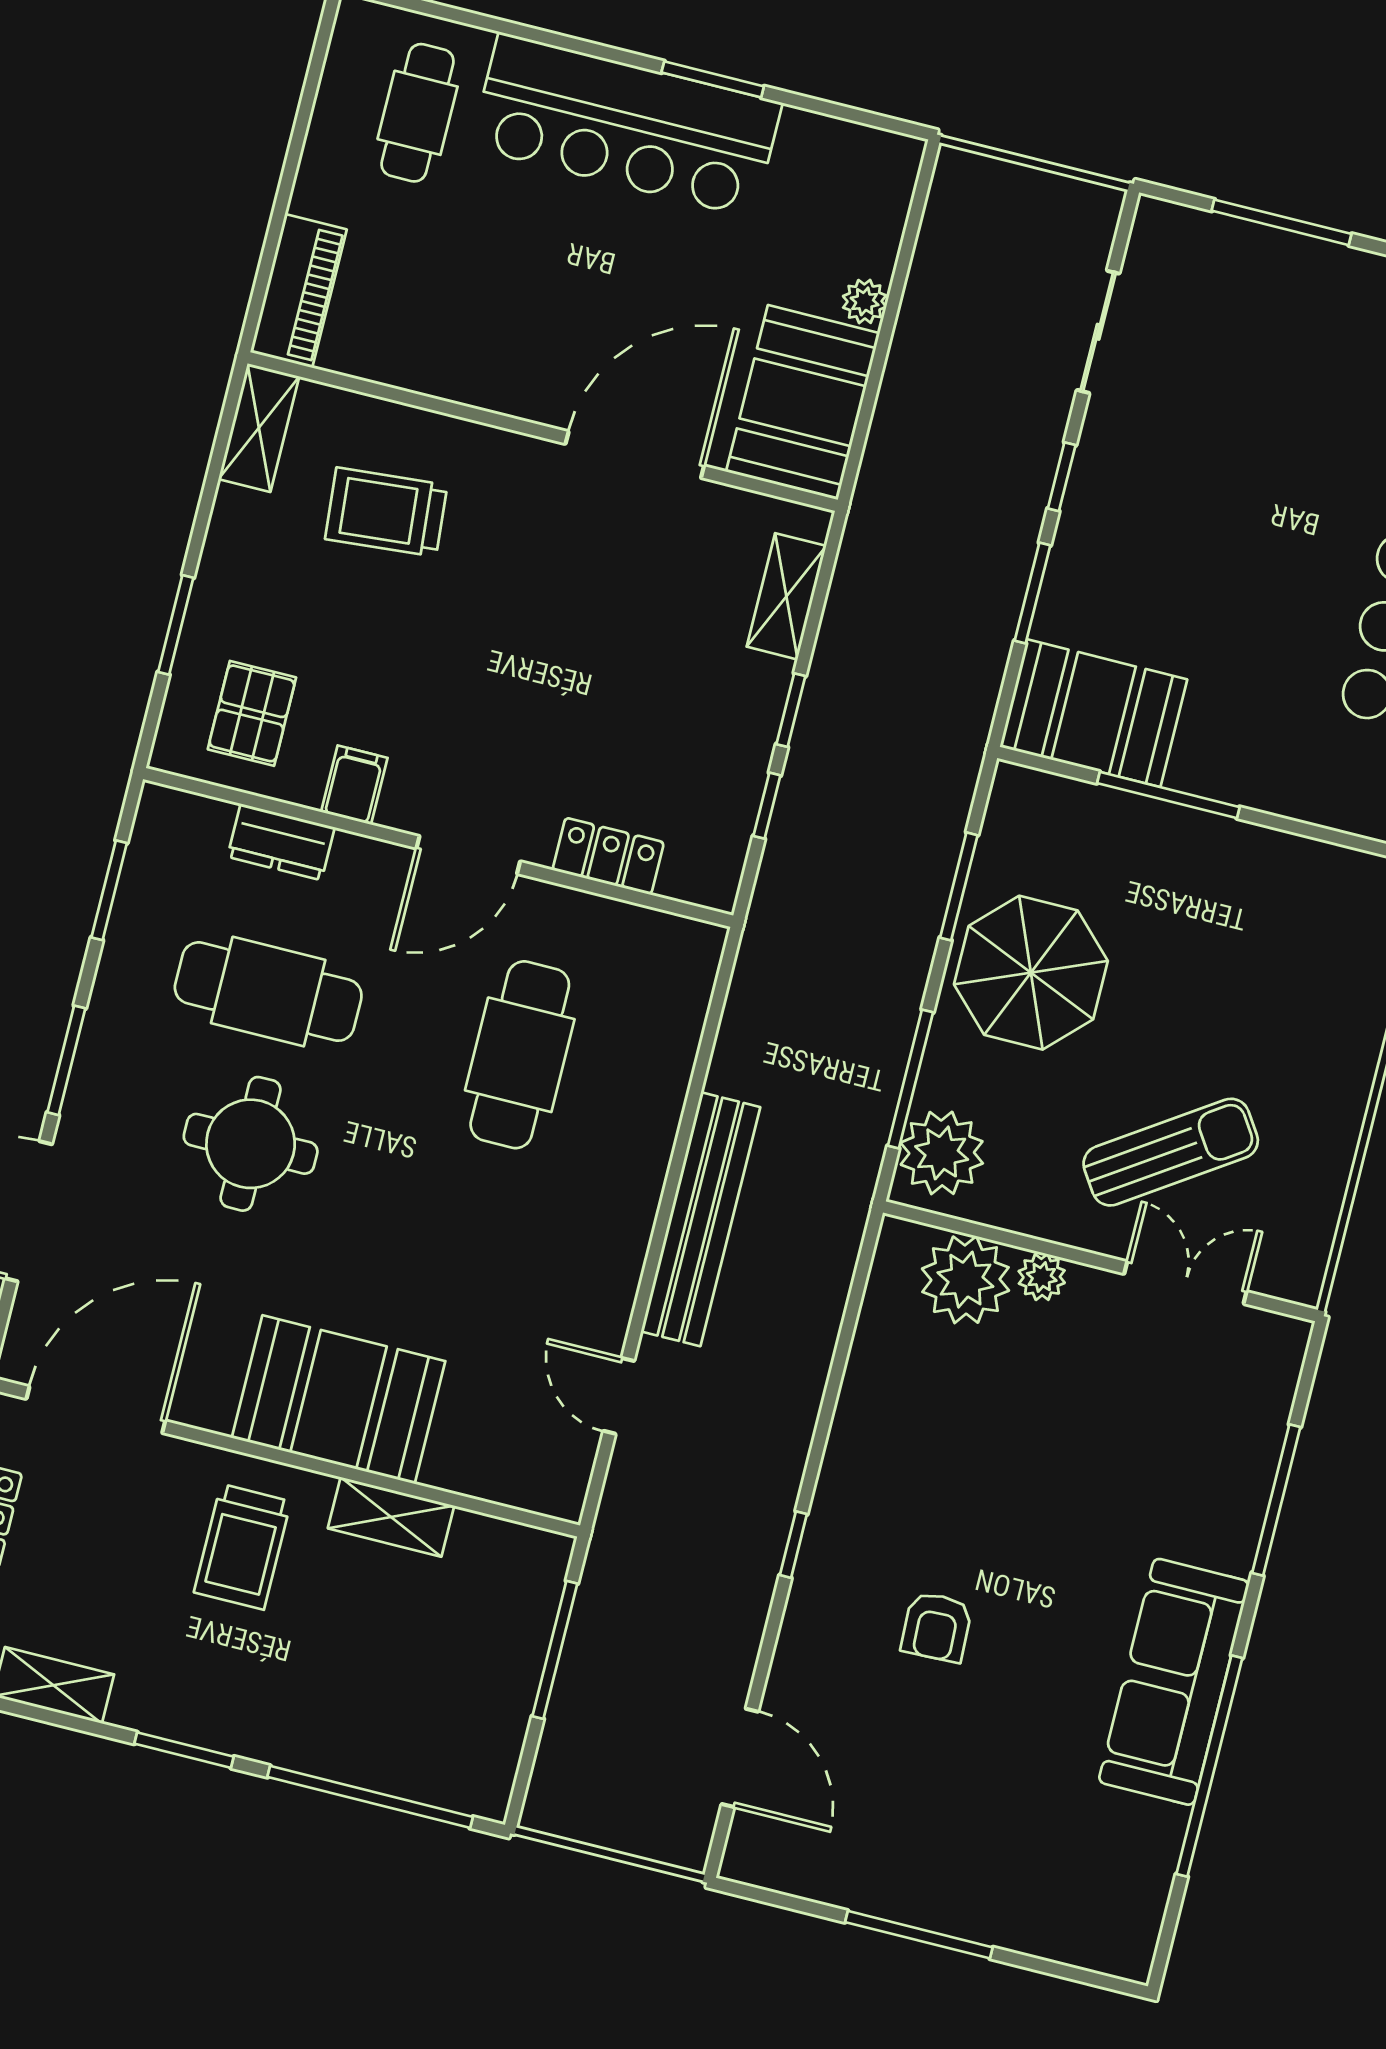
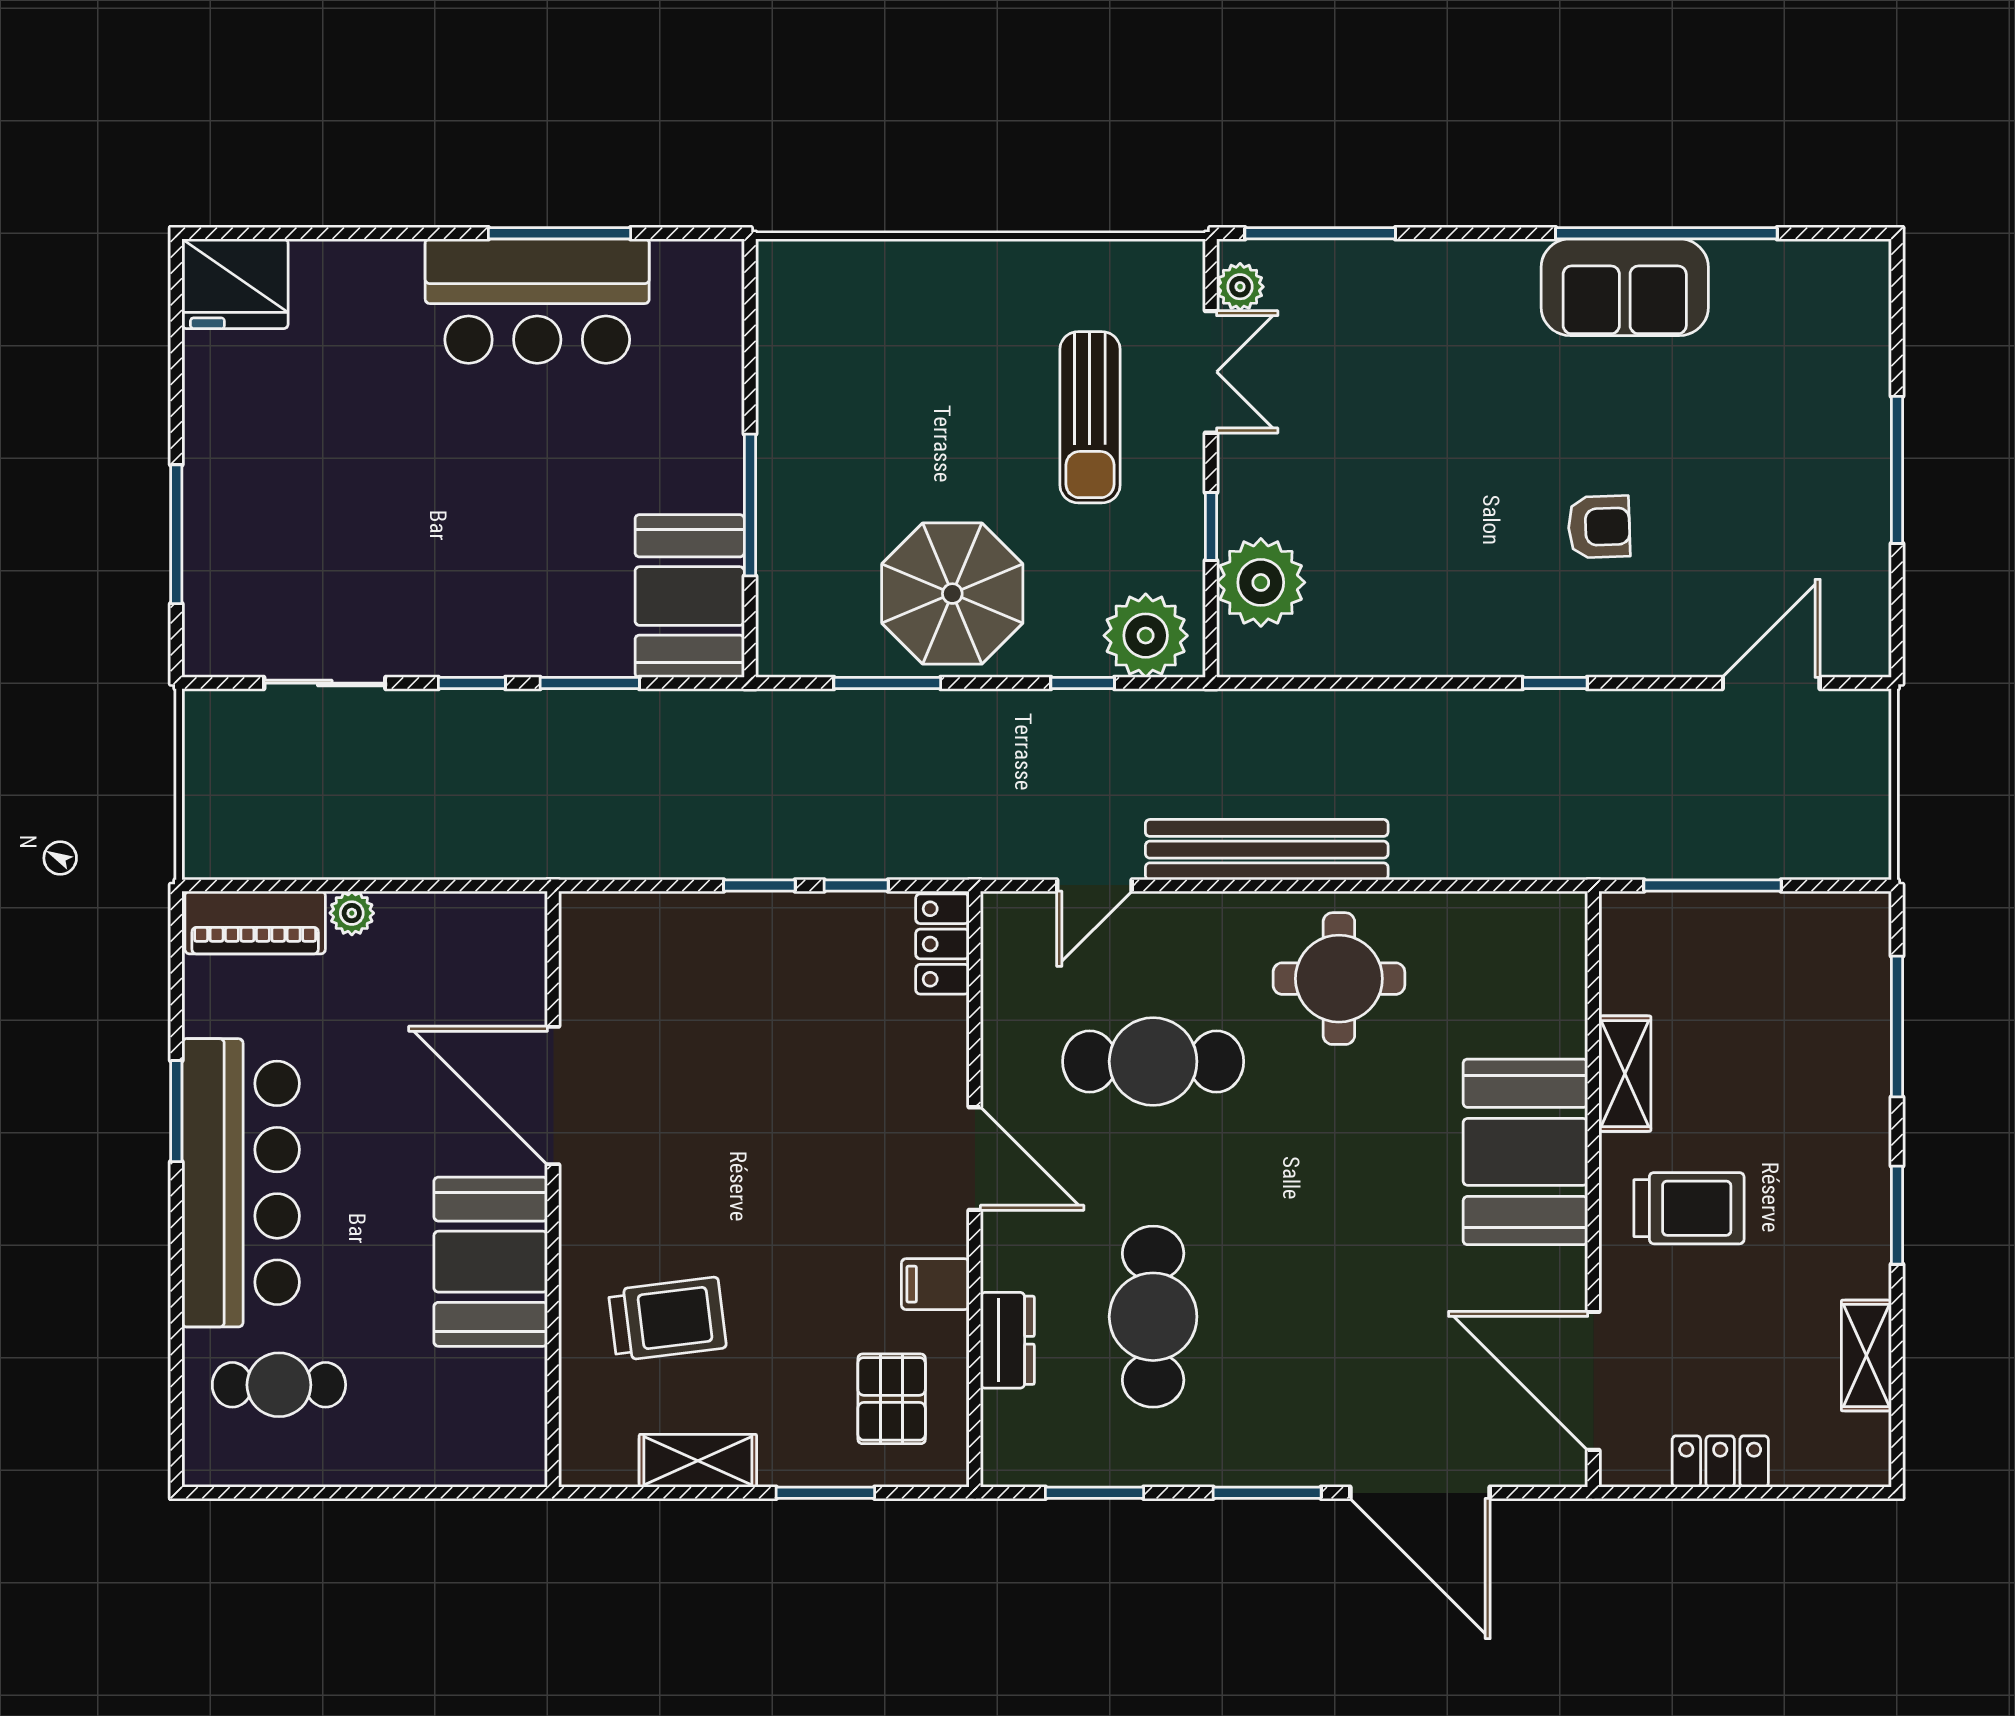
piano: (298, 291) -> (255, 922), moved, turned 180
booth: (803, 402) -> (491, 1262), moved, turned 90
shelving: (259, 428) -> (698, 1461), moved
trolley: (386, 512) -> (667, 1319), turned -92
shelving: (786, 596) -> (652, 917), removed
pallet: (252, 713) -> (892, 1399), turned 90
locker: (608, 856) -> (942, 944), moved
window: (910, 1079) -> (1083, 683), width x0.46
round table: (251, 1144) -> (1339, 979), moved
sun lounger: (1171, 1152) -> (1090, 417), turned -146
window: (1033, 1244) -> (1211, 526), added
plant: (1042, 1277) -> (1240, 287), moved
double door: (1185, 1283) -> (1211, 372), swing flipped
door: (619, 1396) -> (1094, 885), moved
window: (1276, 1500) -> (1320, 233), moved
sofa: (1174, 1682) -> (1625, 287), width x0.73
window: (370, 1797) -> (1897, 1026), width x0.68

